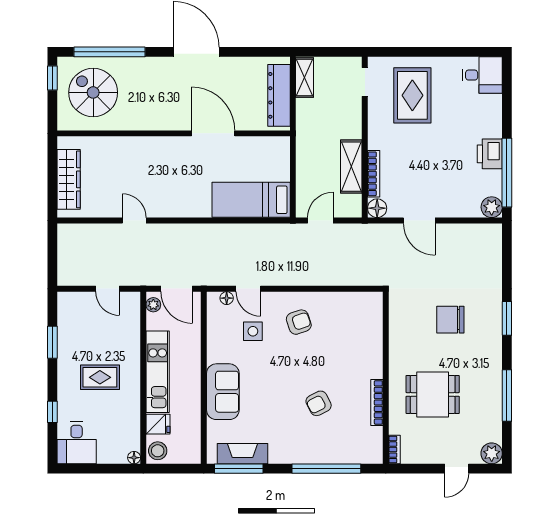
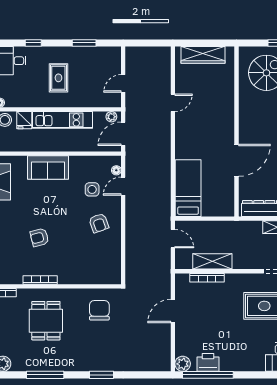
printer: (490, 154) -> (208, 362), moved
floor lamp: (377, 208) -> (182, 280), removed
chair: (450, 320) -> (99, 310), moved
armchair: (319, 403) -> (39, 237), turned -77

